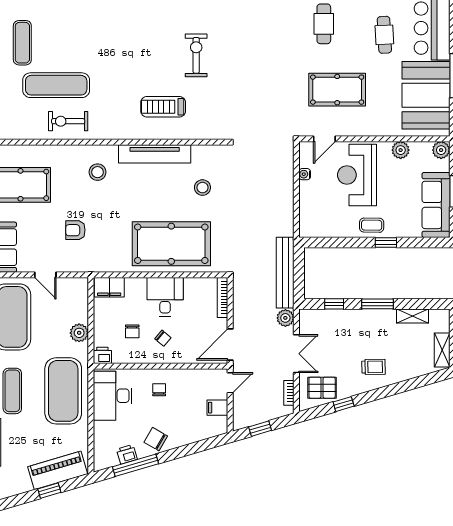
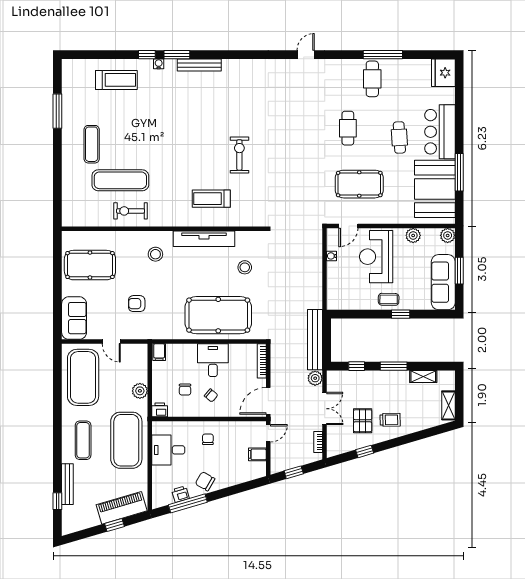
filing cabinet: (109, 287) -> (159, 352), width x0.50
pallet: (322, 388) -> (363, 421), moved, turned 90
desk: (113, 396) -> (168, 450), width x0.73

